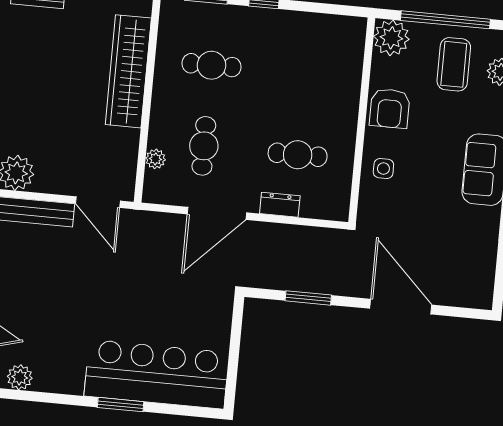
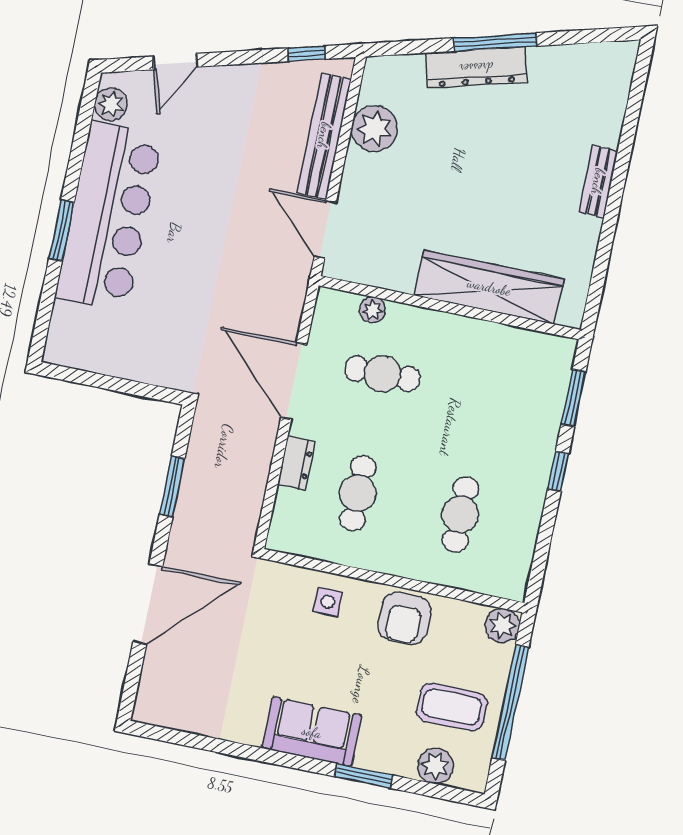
plant: (391, 38) -> (502, 626), width x0.73, depth x0.73
cafe table: (211, 65) -> (460, 514), moved
armchair: (390, 108) -> (404, 618), turned -90
door: (98, 202) -> (325, 230), hinge flipped
bar counter: (157, 374) -> (109, 216), moved

